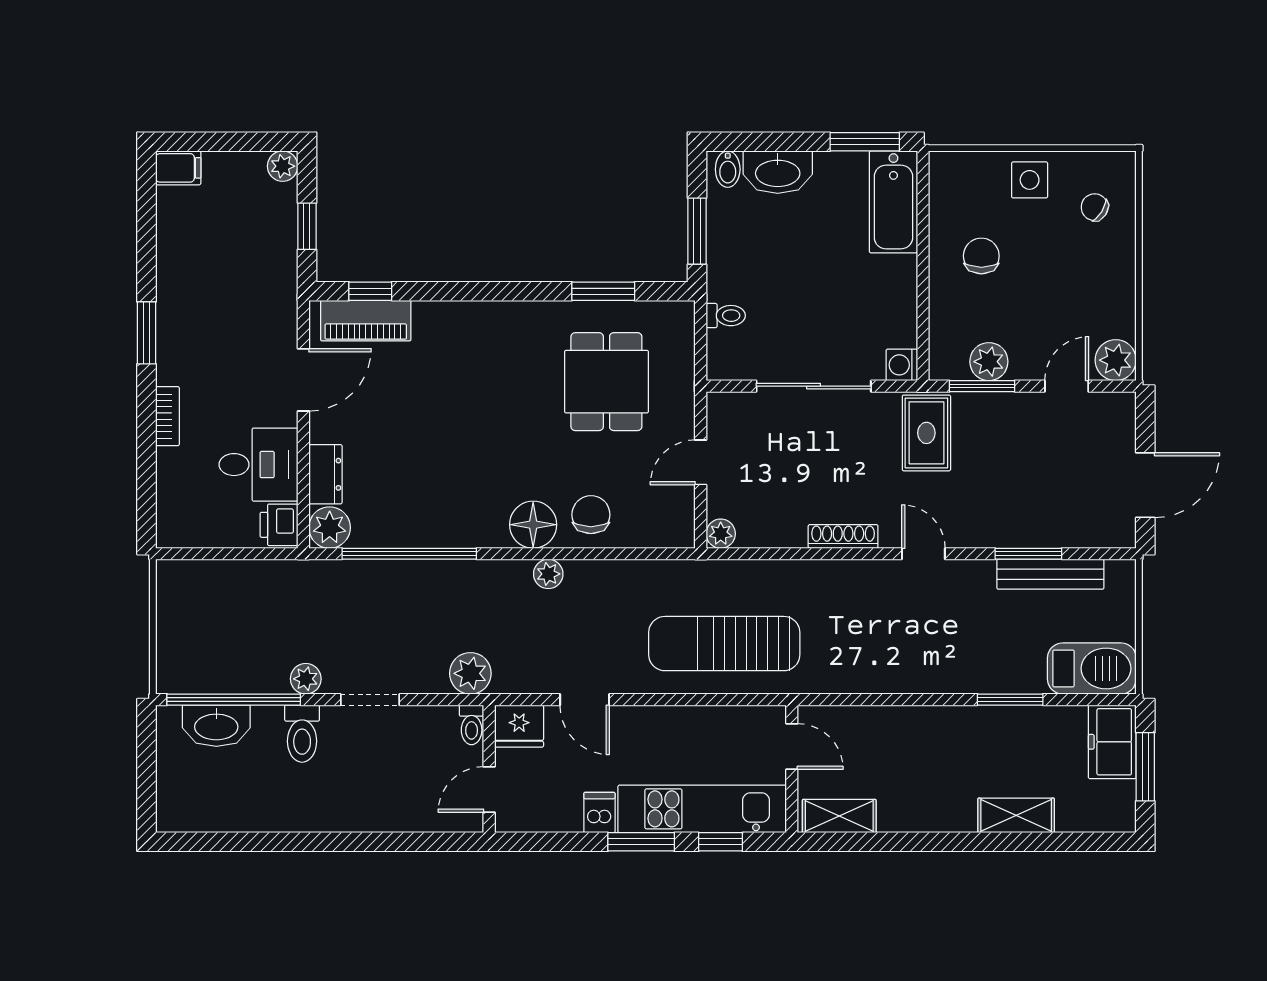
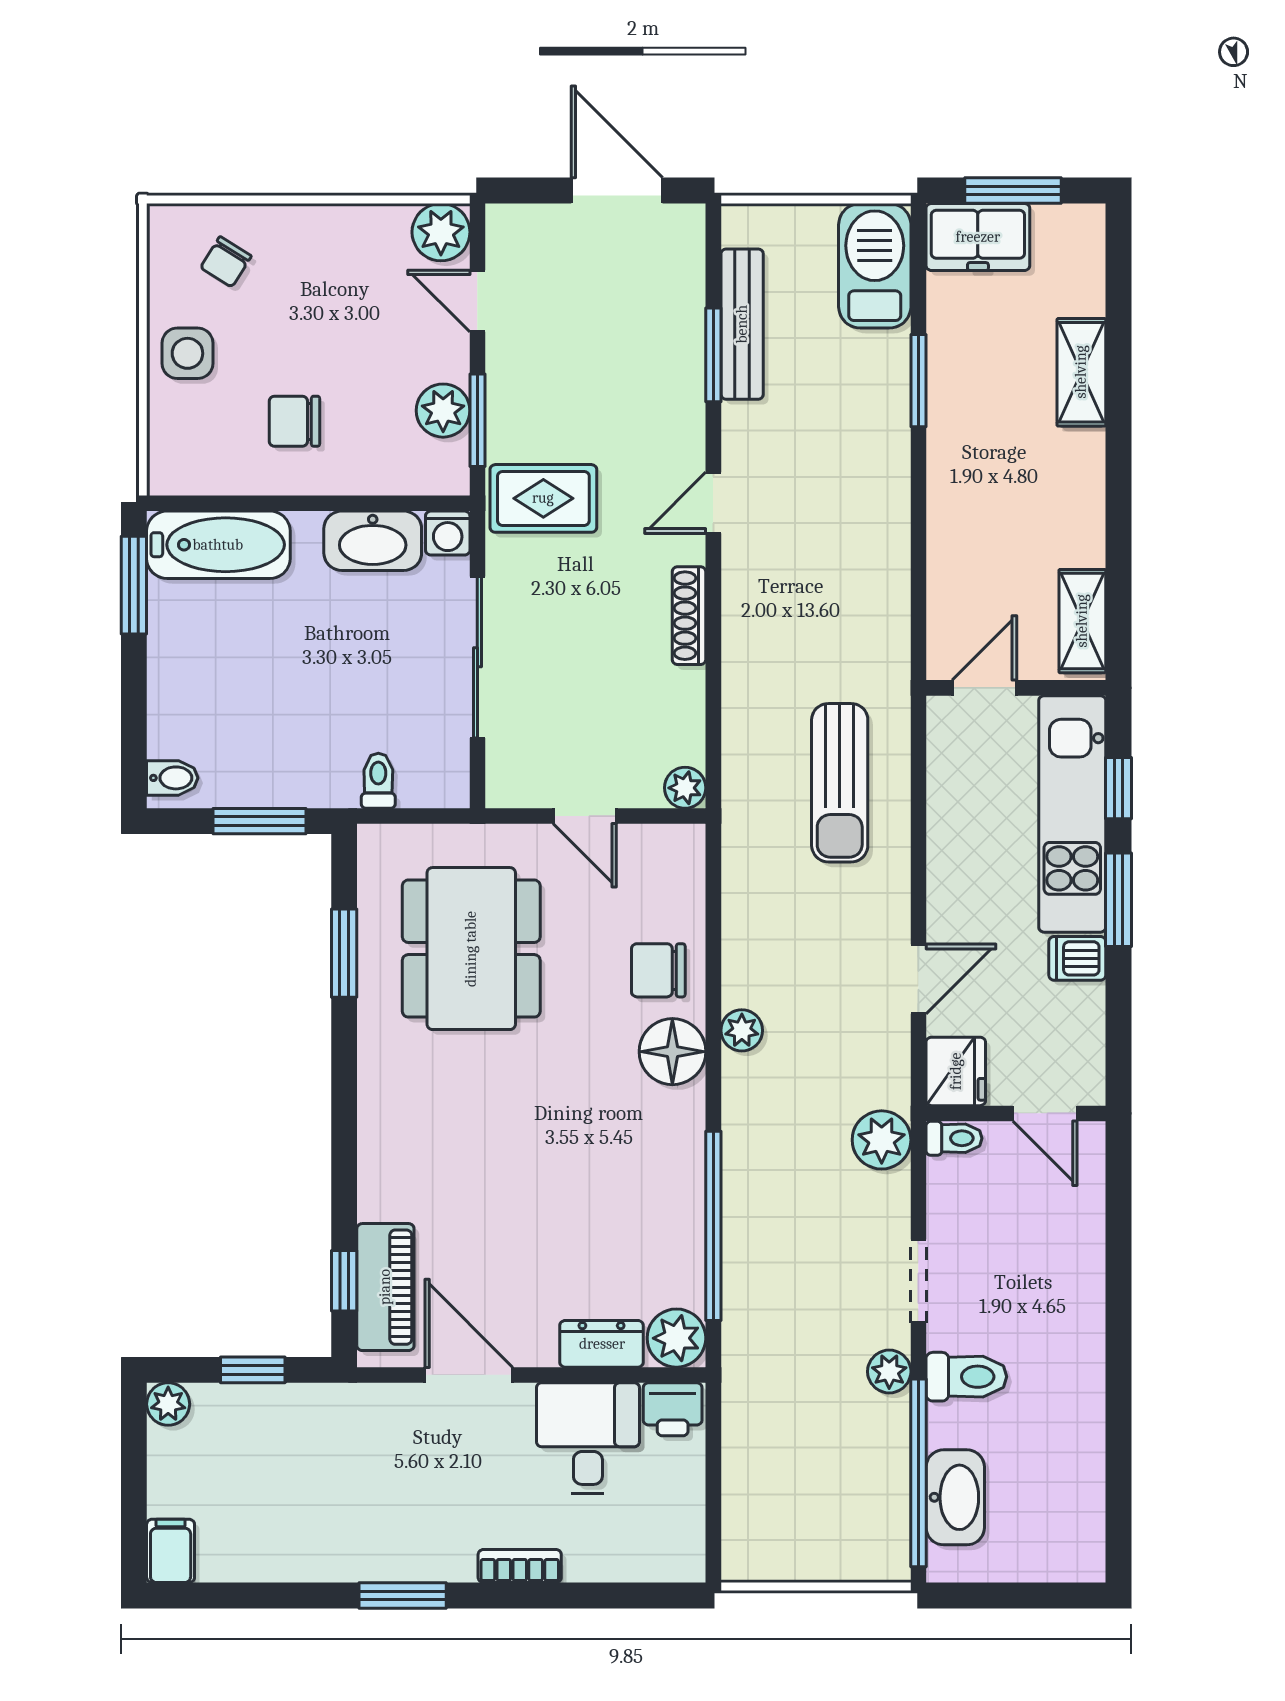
washbasin: (778, 172) -> (373, 541), moved, turned 90
dining table: (606, 382) -> (471, 949), width x1.38
sun lounger: (724, 644) -> (840, 783), width x0.73, depth x0.75

